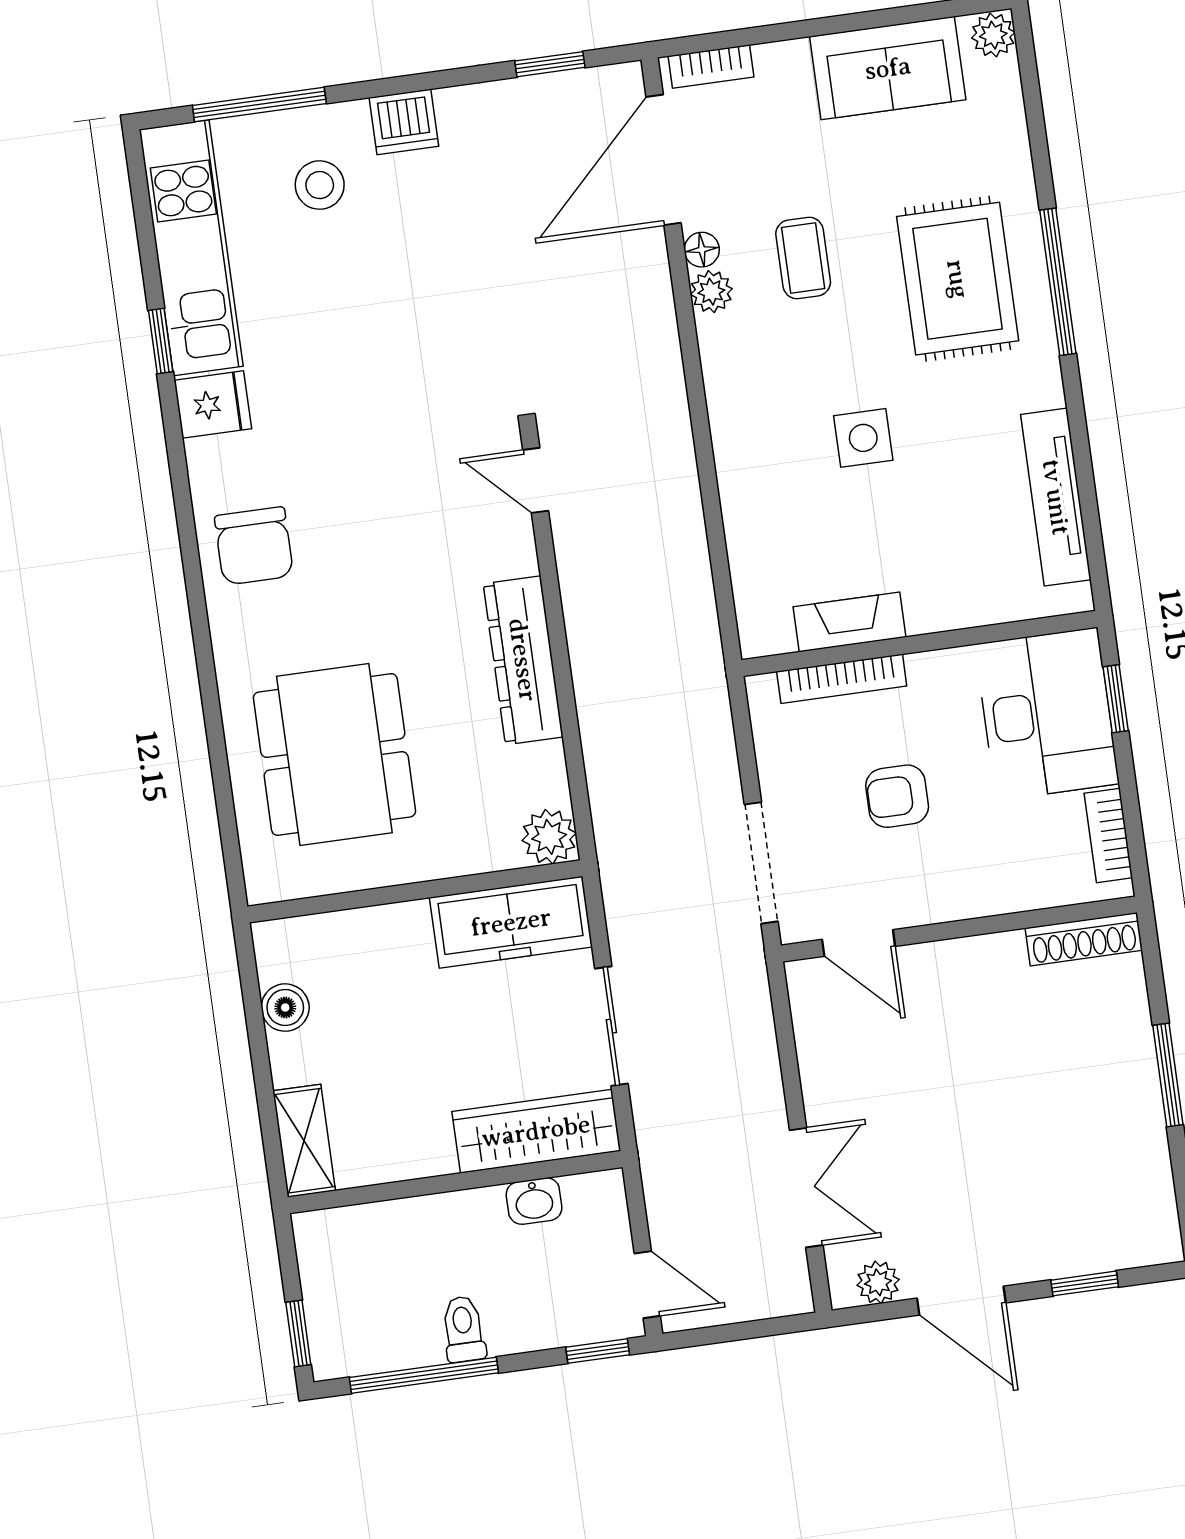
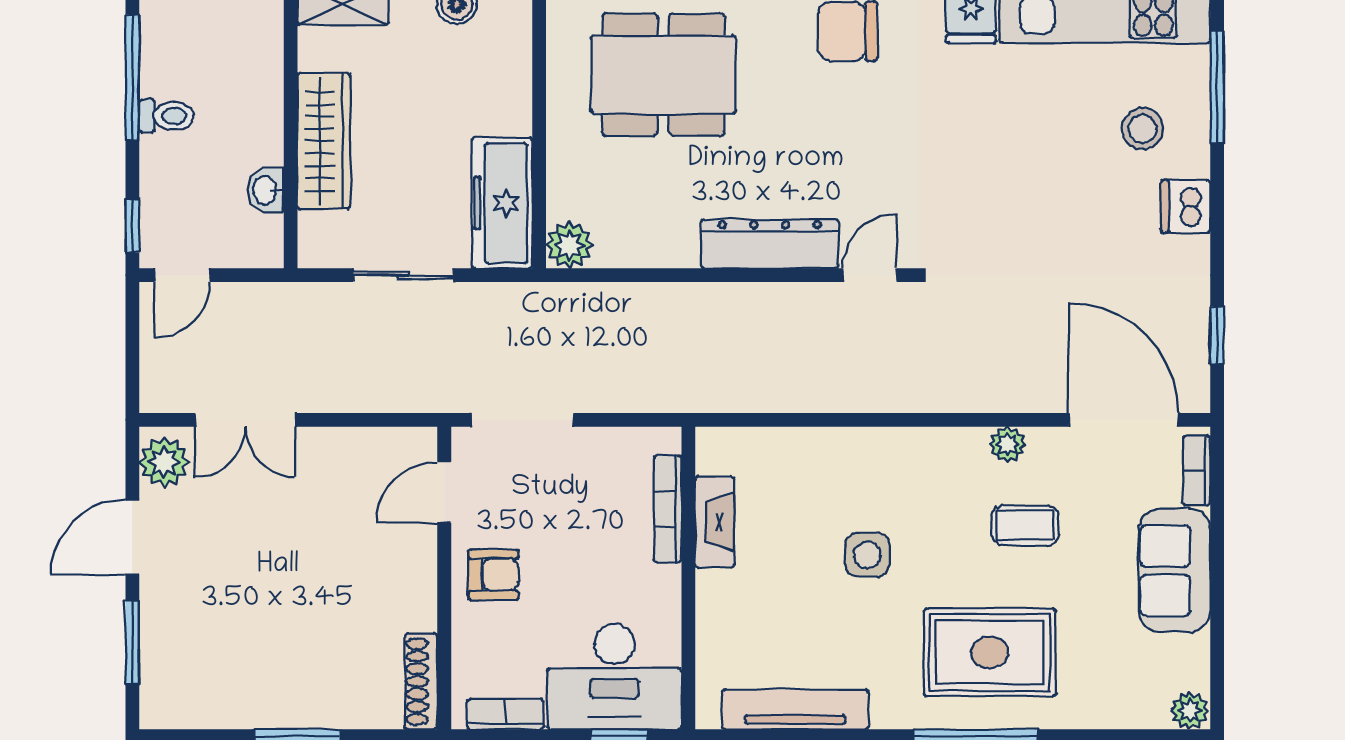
sofa: (888, 68) -> (1175, 571), moved
floor lamp: (702, 250) -> (1044, 441), removed
dresser: (523, 660) -> (770, 244), moved
armchair: (897, 796) -> (493, 575), moved, turned 90
wardrobe: (536, 1131) -> (324, 141), moved
plant: (878, 1282) -> (164, 462), width x1.38, depth x1.38
window: (1085, 1283) -> (132, 642), width x1.50

